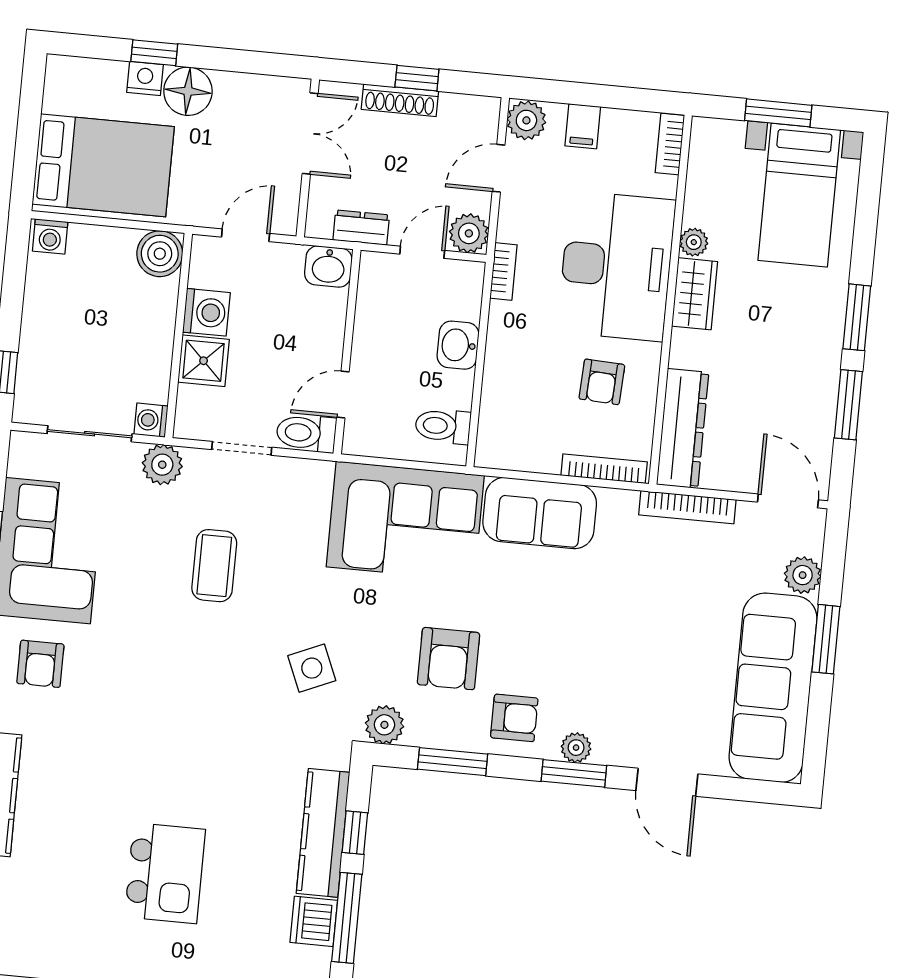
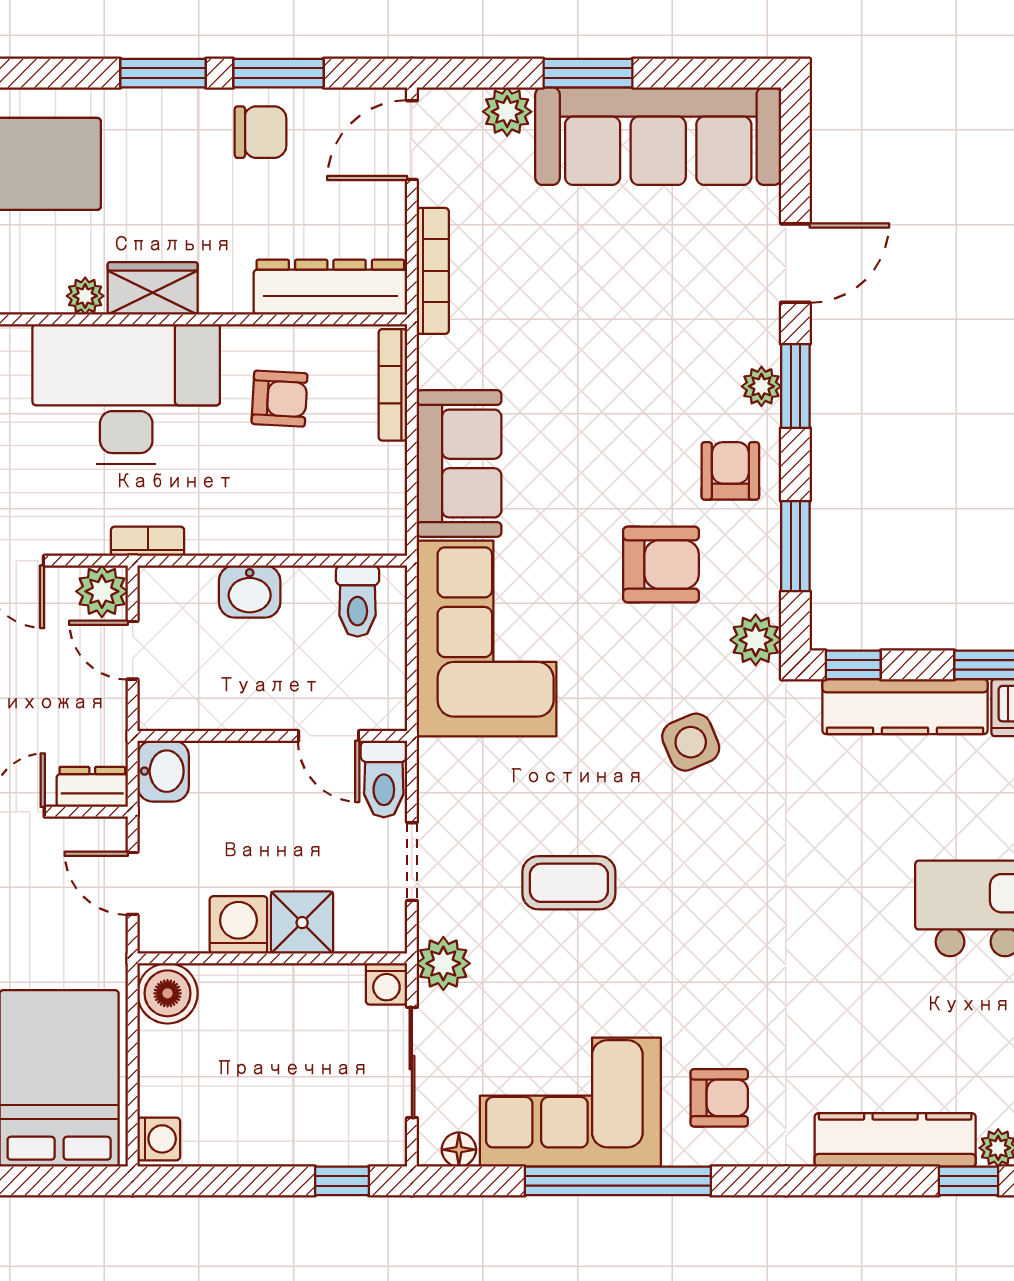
dresser: (361, 227) -> (92, 787), moved, turned 90
chair: (805, 387) -> (261, 132), added
floor lamp: (20, 463) -> (459, 1150), added
window: (355, 833) -> (853, 665), moved

